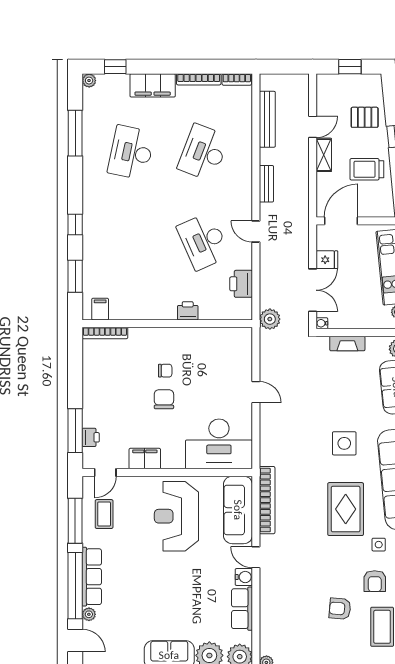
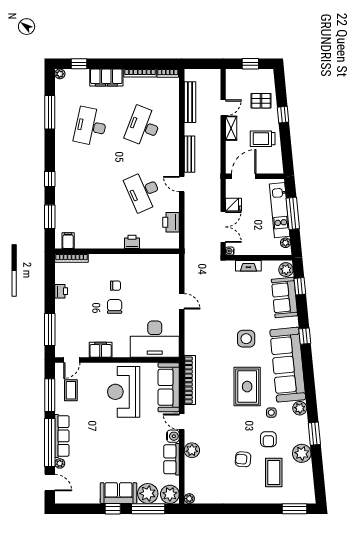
bench: (266, 184) -> (189, 154), width x1.36
plant: (270, 319) -> (192, 450), moved
printer: (91, 437) -> (61, 291), moved

